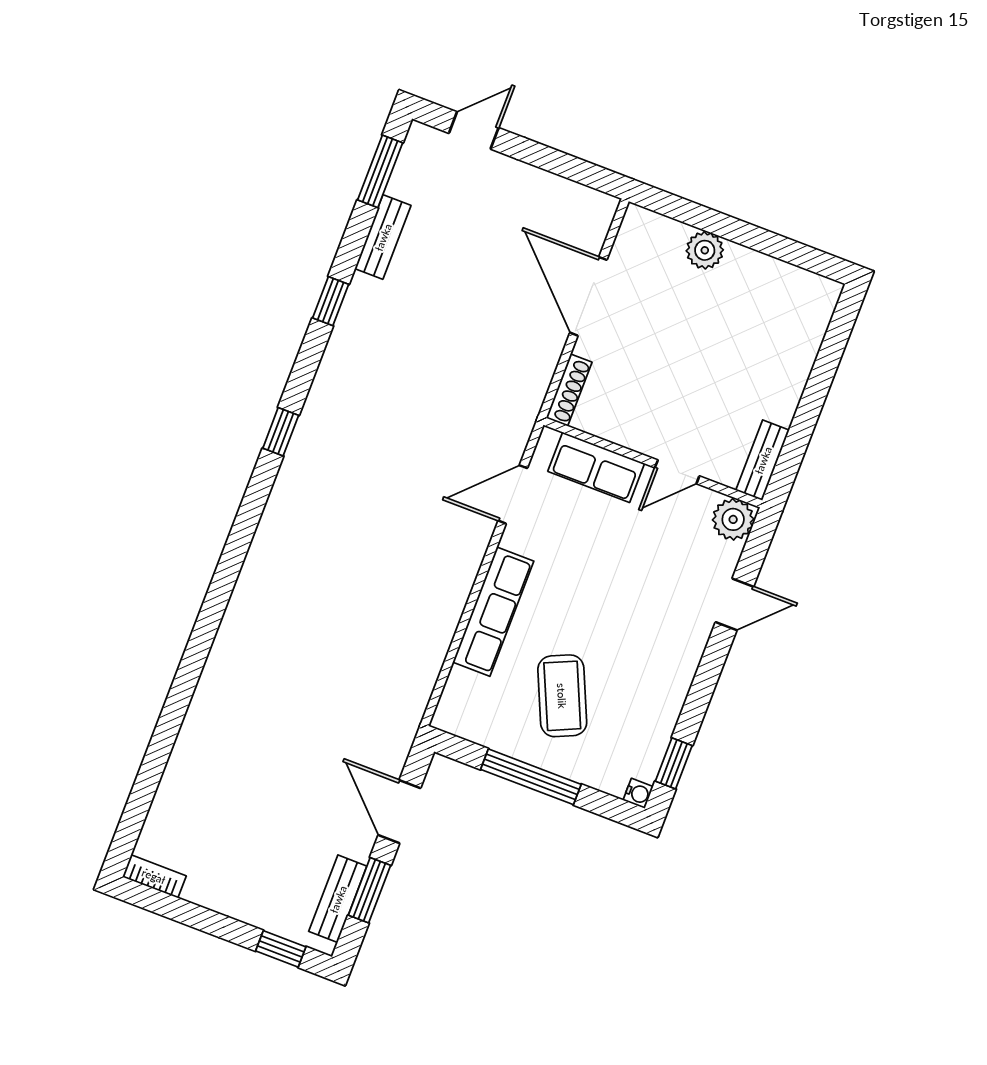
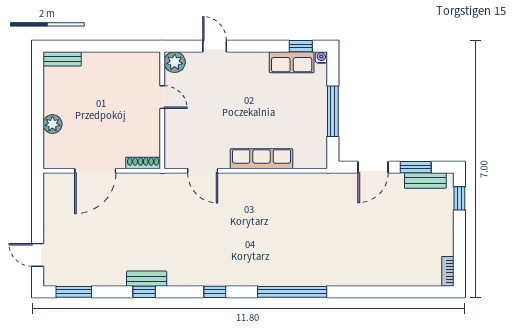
bench: (383, 237) -> (147, 279), moved
bench: (763, 460) -> (62, 59), moved
row of seats: (596, 467) -> (292, 62), moved, turned 90
window: (226, 575) -> (292, 292), added
coffee table: (562, 696) -> (289, 111), removed

